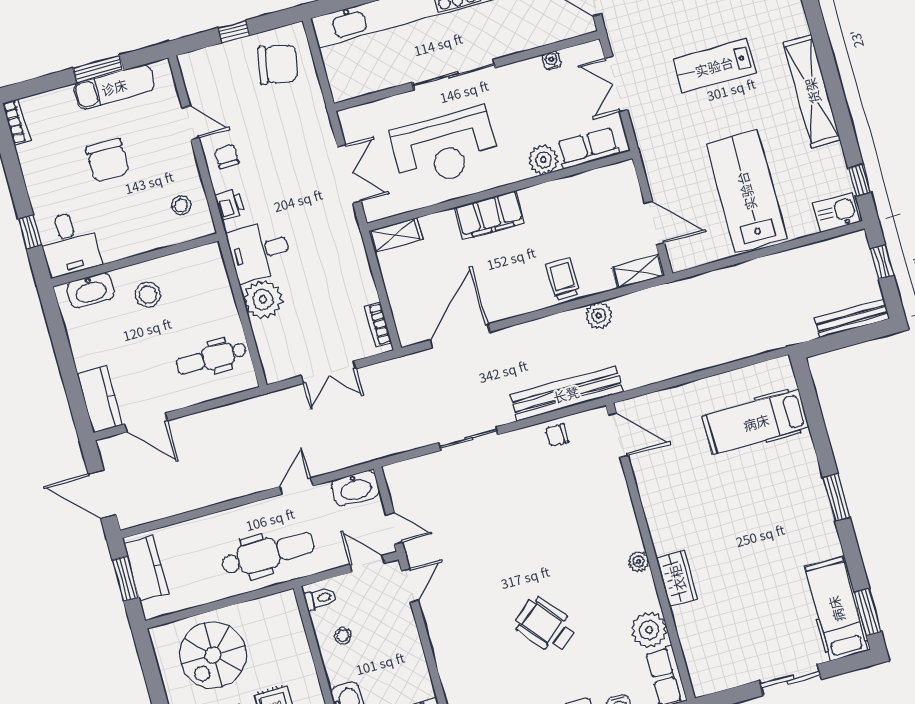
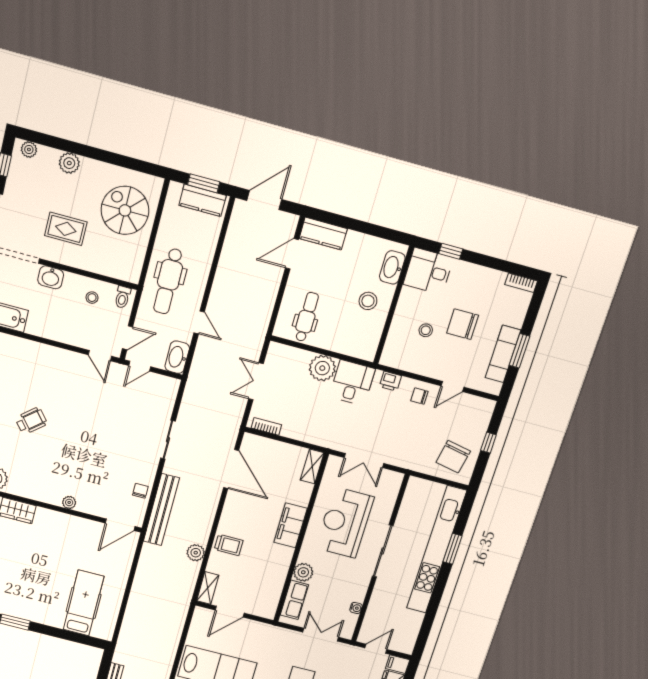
chair: (227, 157) -> (419, 396), turned 180
stool: (181, 205) -> (426, 330), moved
plant: (639, 561) -> (69, 502), moved
wheelchair: (545, 625) -> (31, 421), width x0.73, depth x0.73

